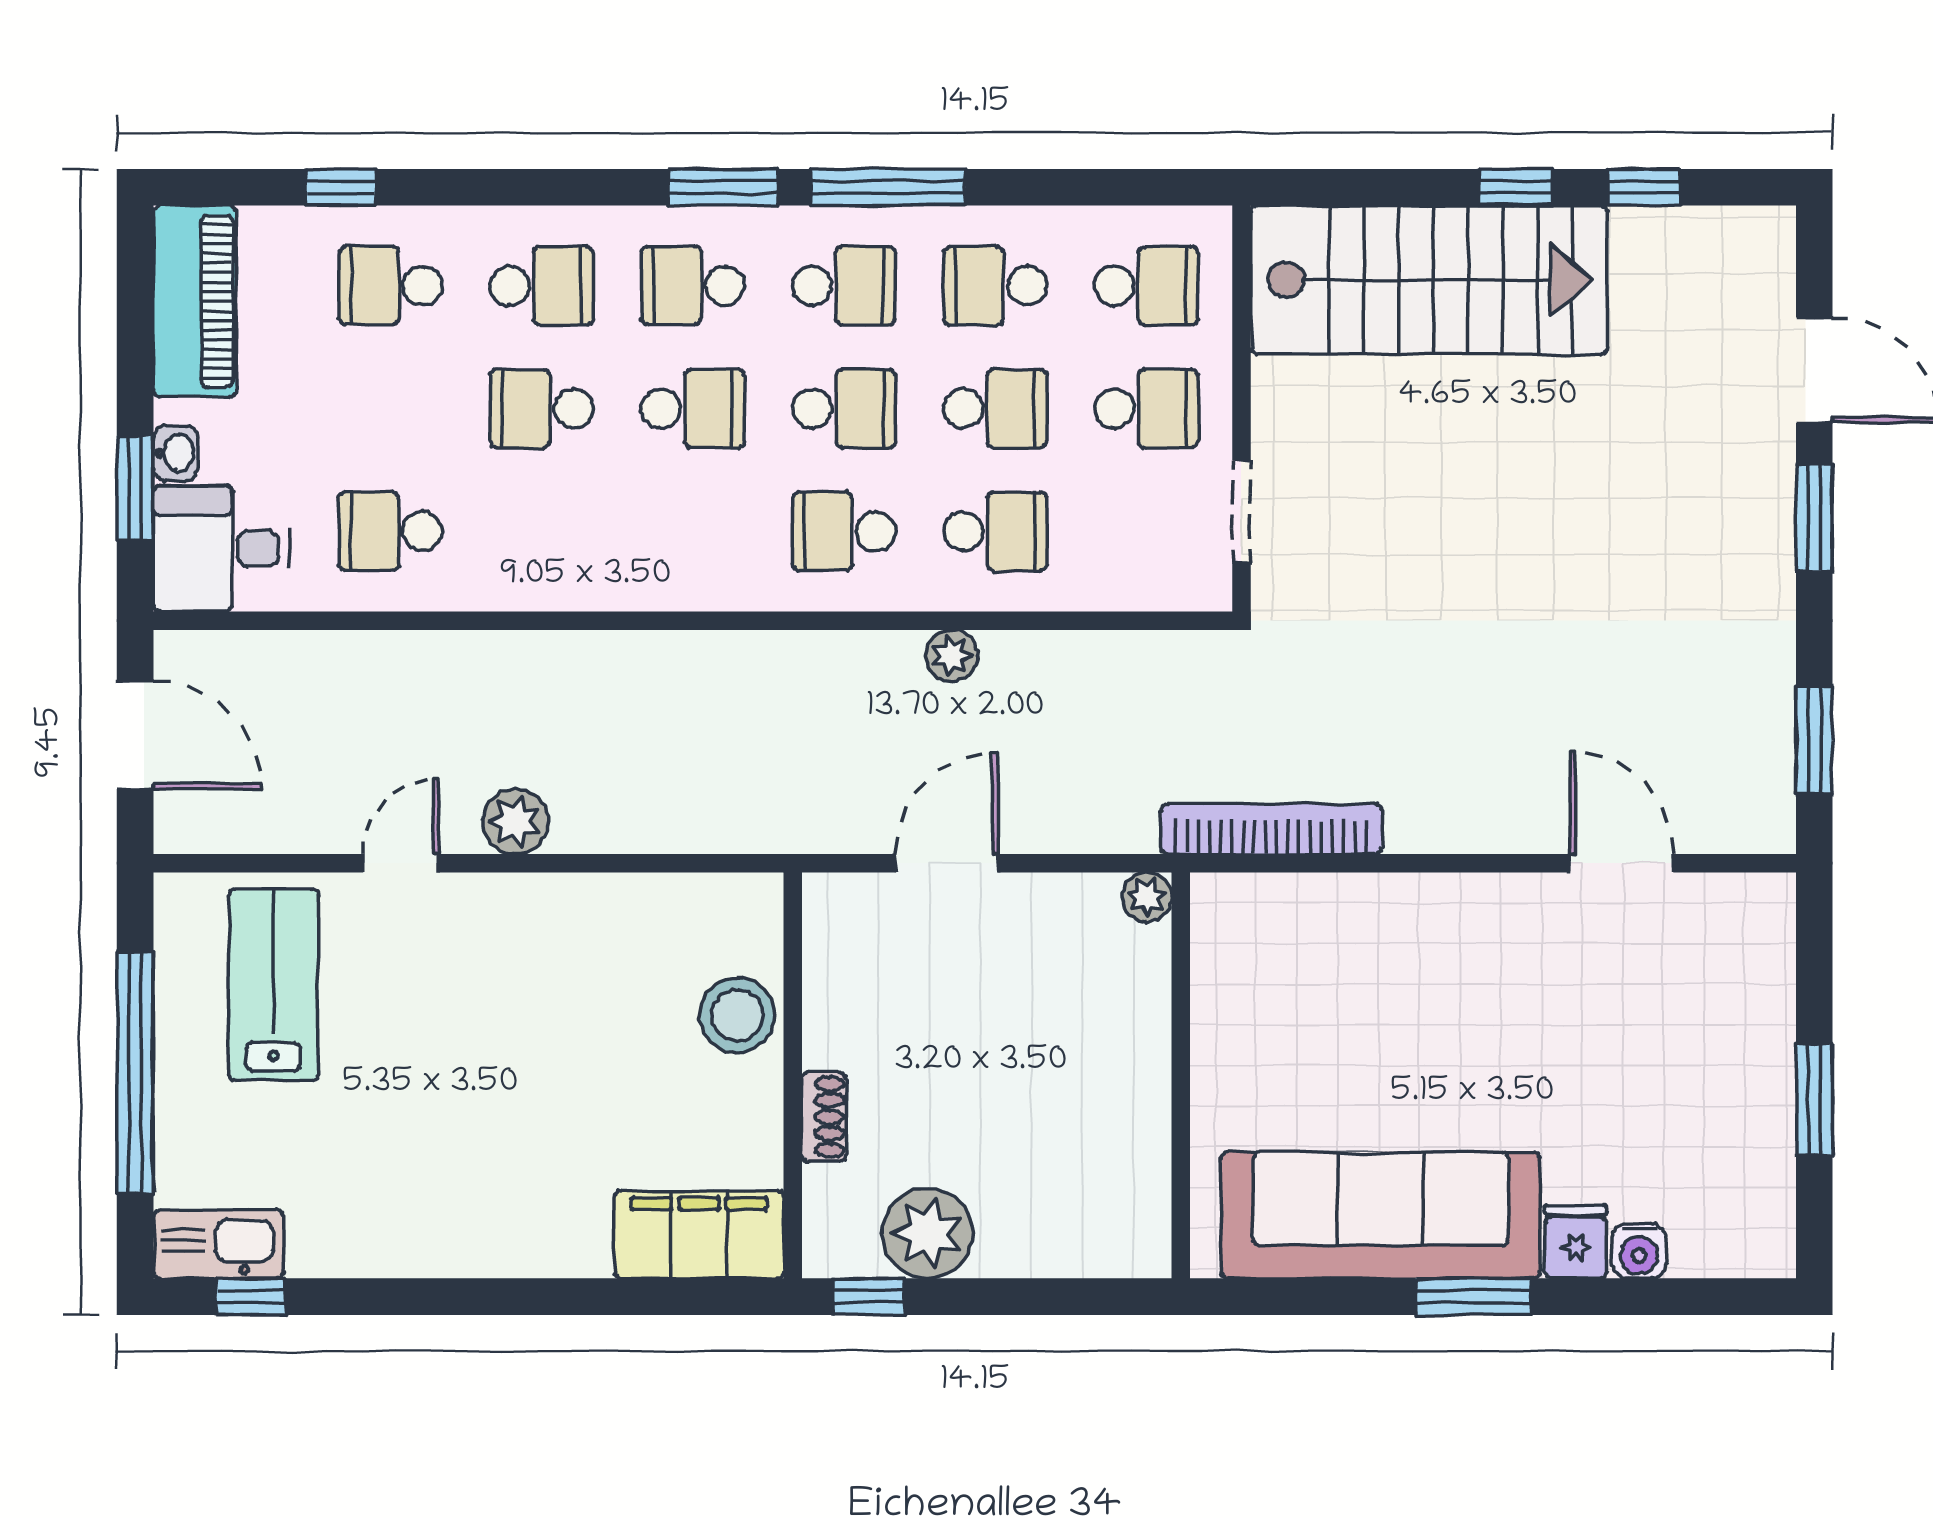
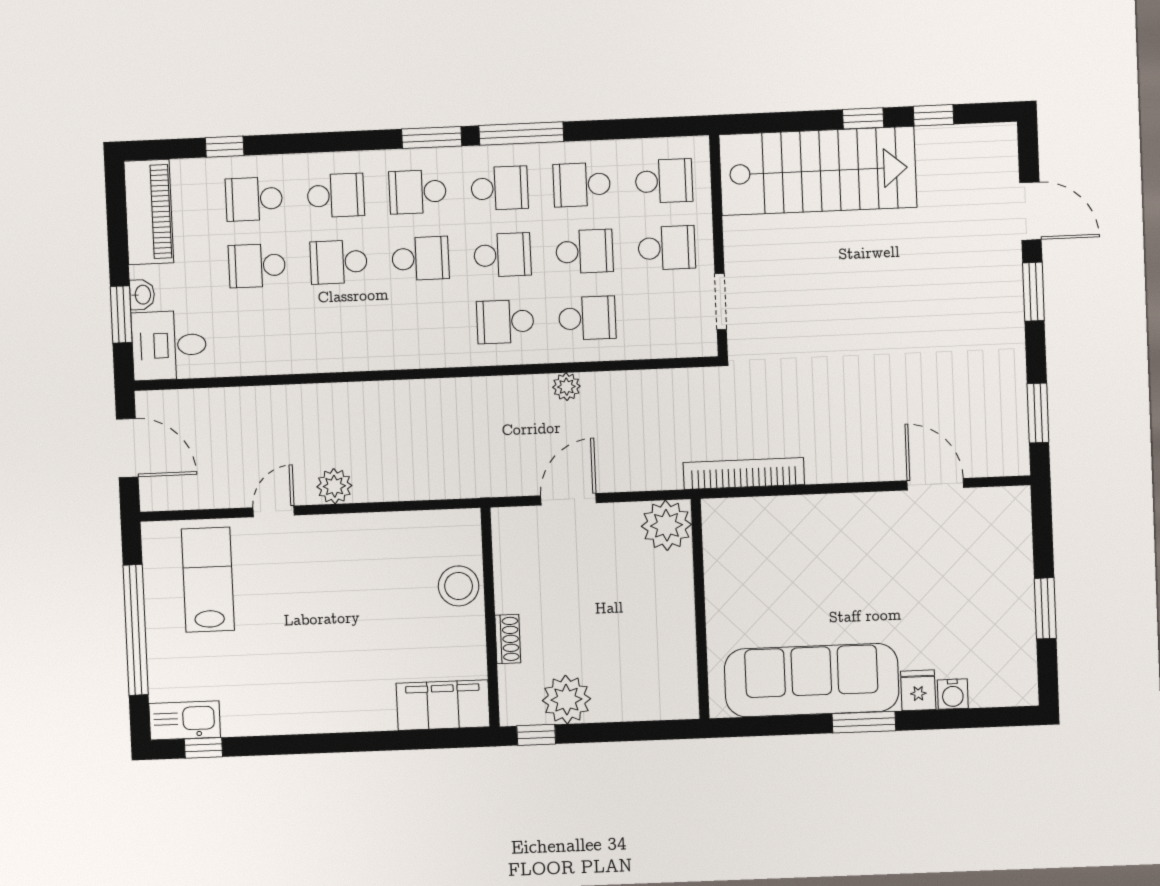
school desk: (390, 531) -> (257, 266), moved
plant: (1147, 897) -> (666, 525), width x1.87, depth x1.87

